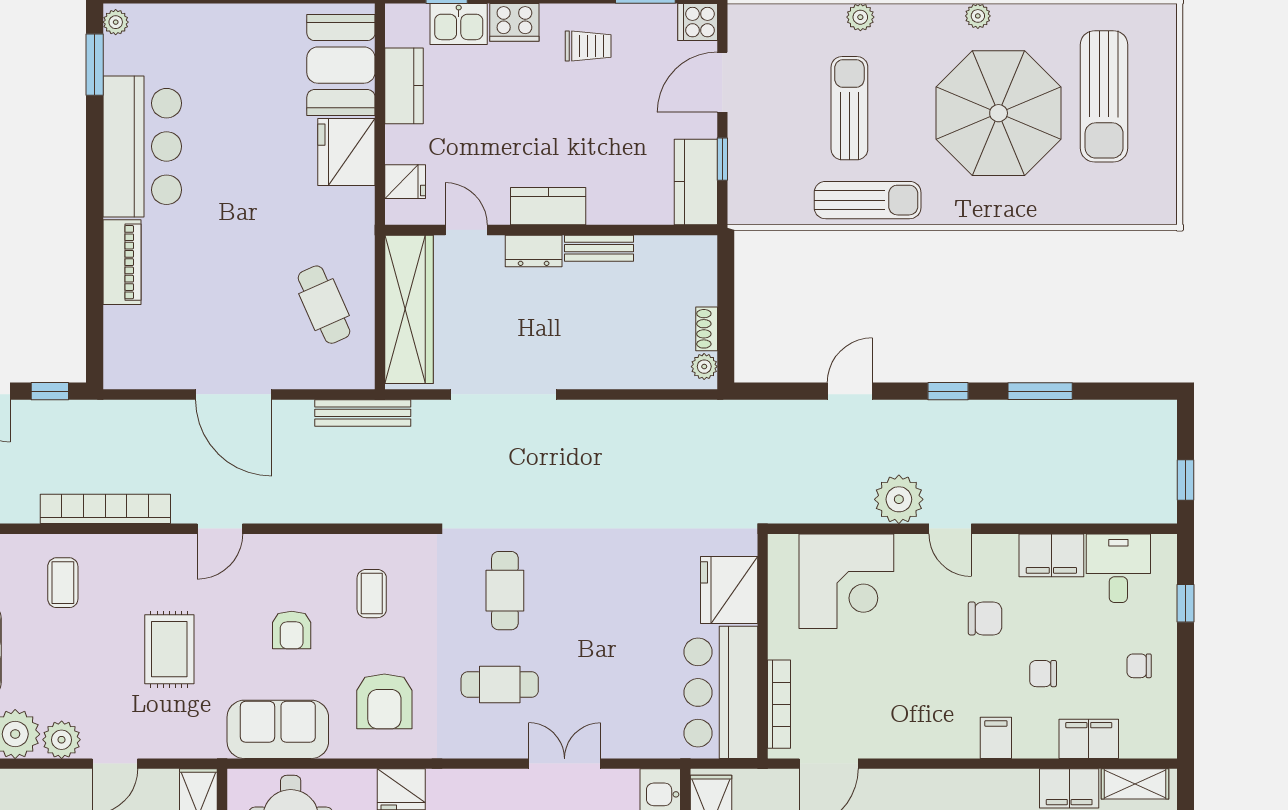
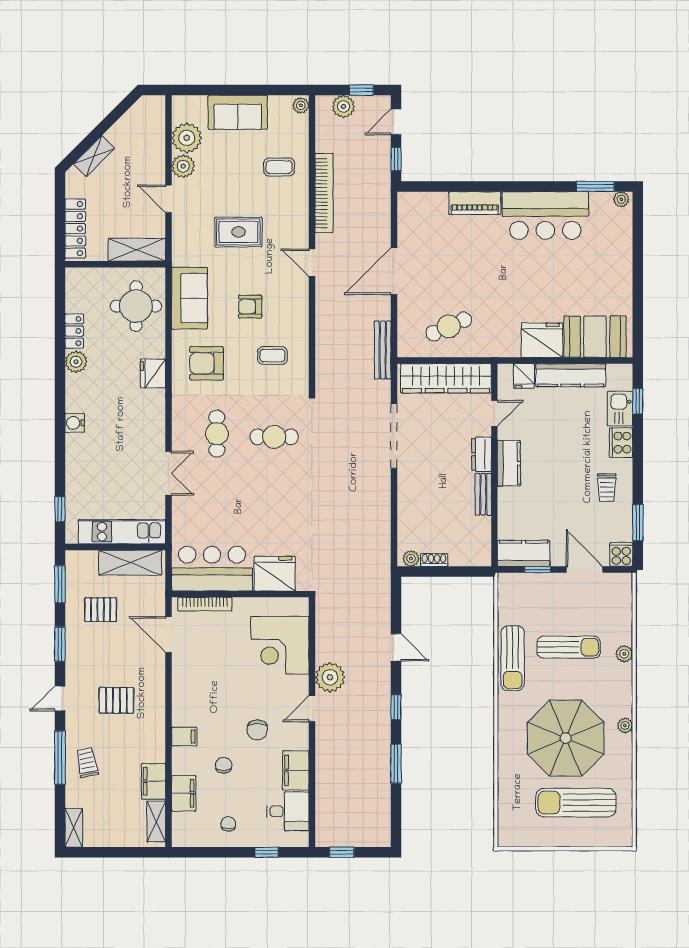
kitchen counter: (404, 86) -> (571, 375), width x1.50

